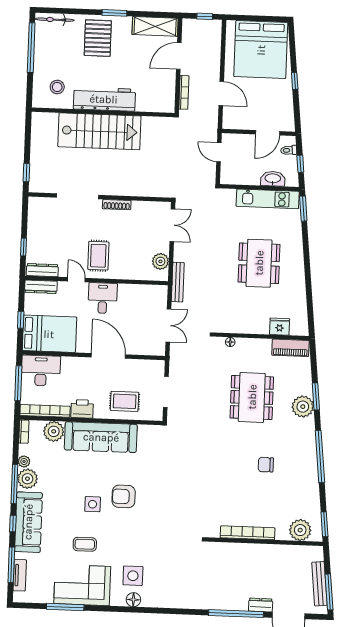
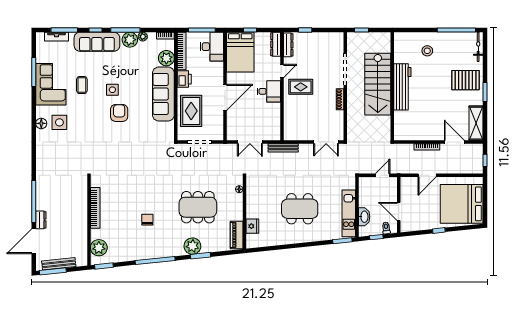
workbench: (104, 99) -> (402, 87), moved
wall: (103, 112) -> (392, 86), moved
stairs: (99, 131) -> (378, 84), moved
plant: (160, 261) -> (298, 134), removed
rug: (125, 401) -> (191, 111), width x1.36, depth x1.43

